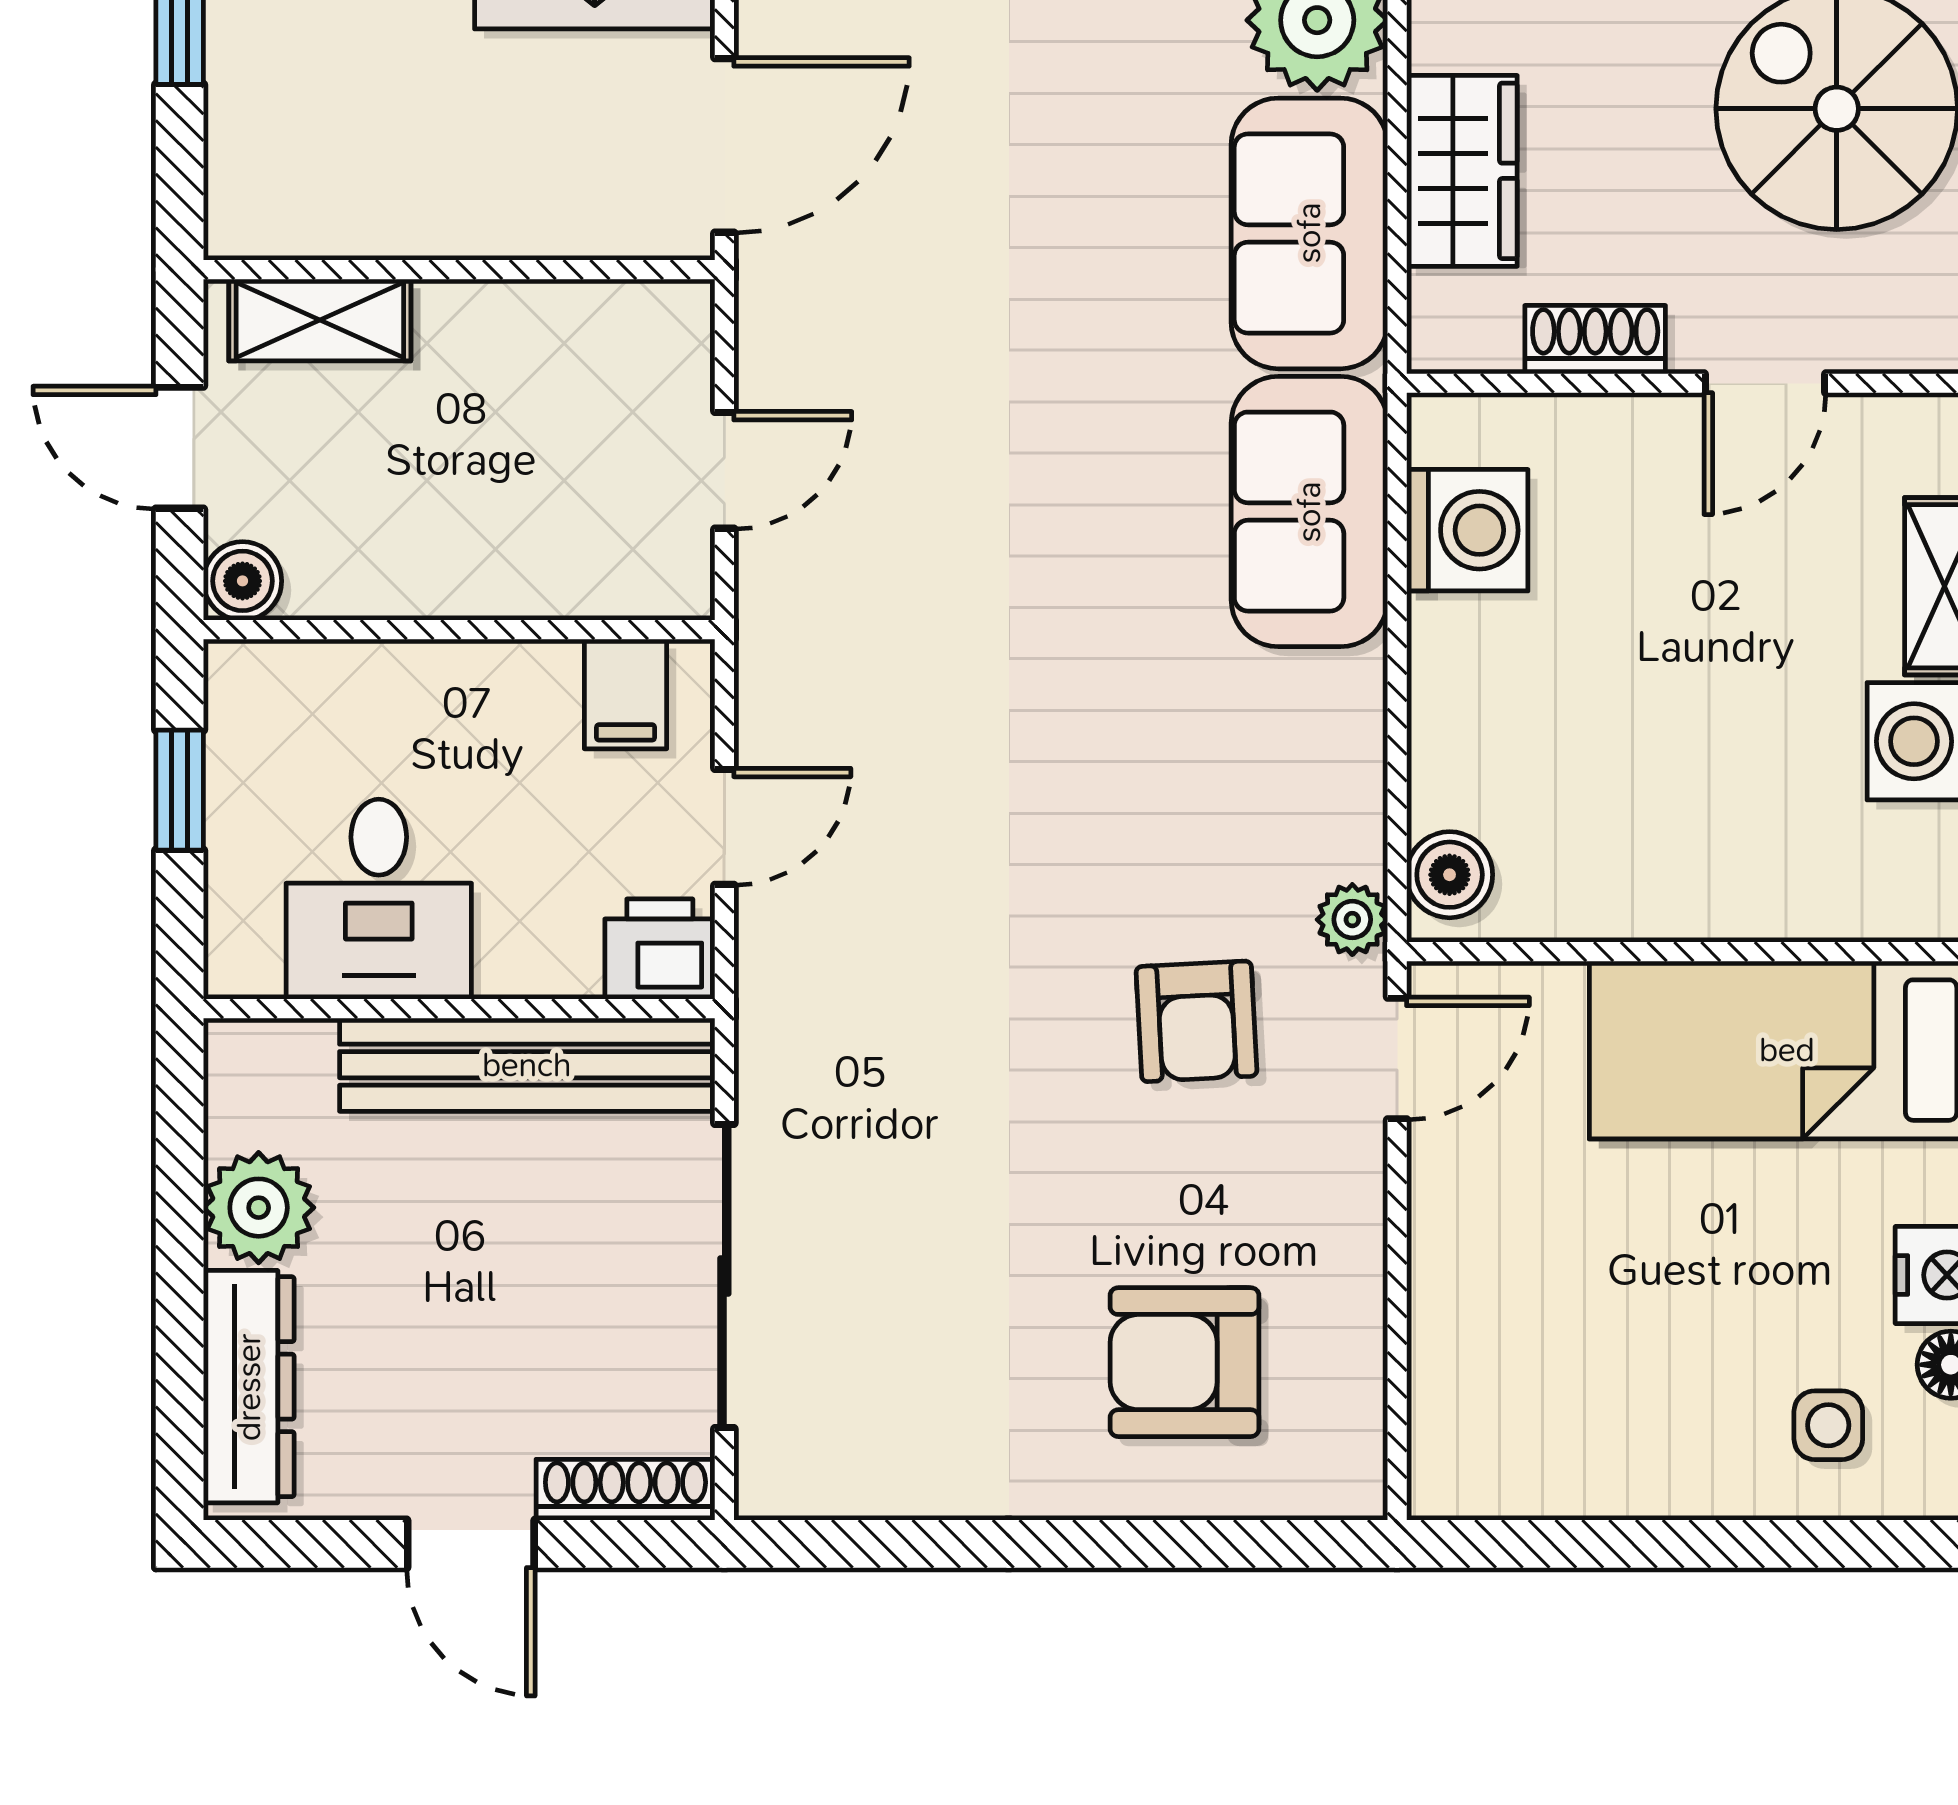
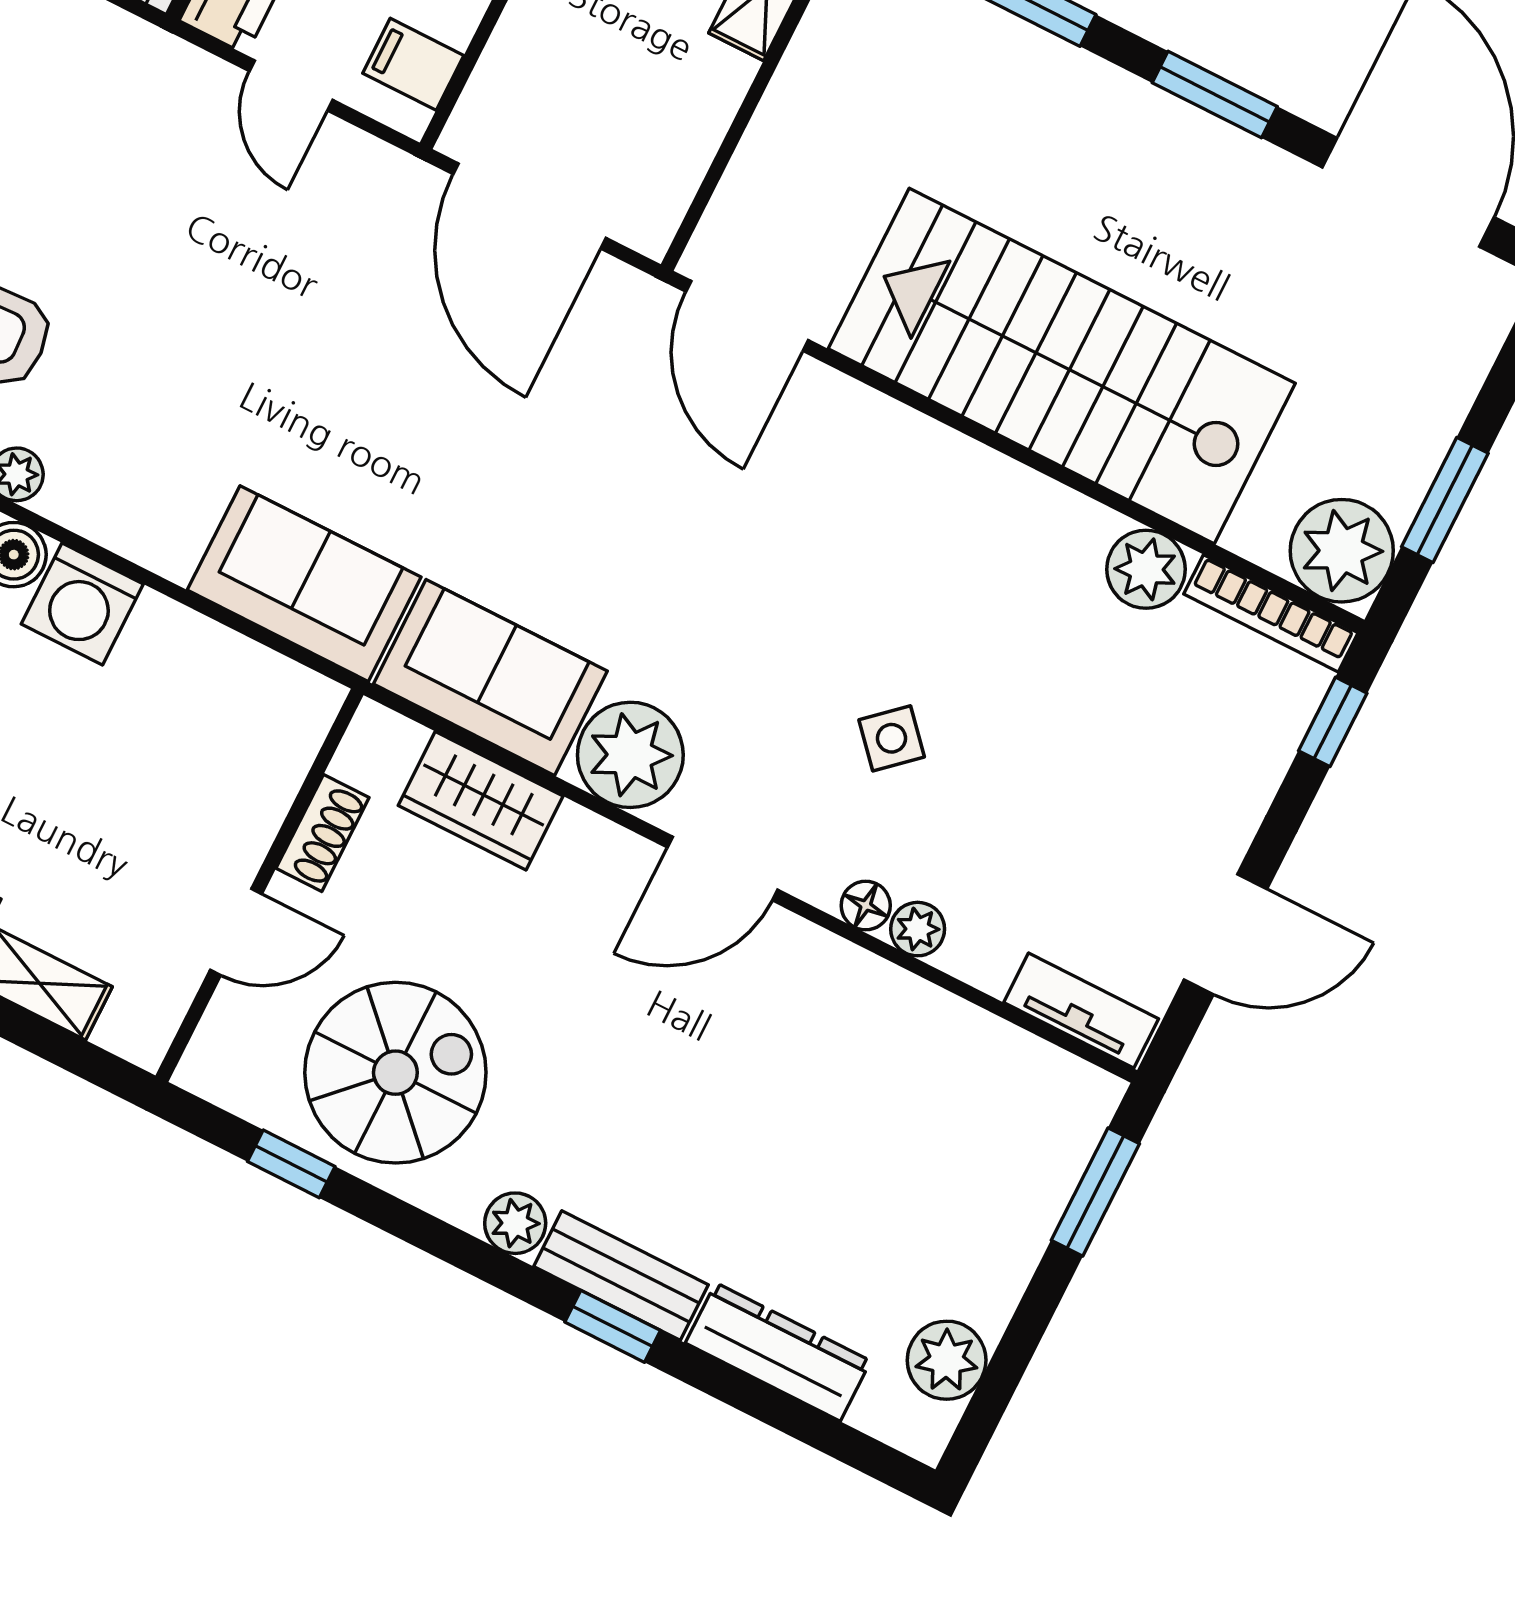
door: (1765, 383) -> (236, 932), swing flipped
door: (724, 470) -> (530, 206), width x1.87
washing machine: (1467, 530) -> (82, 604), moved

